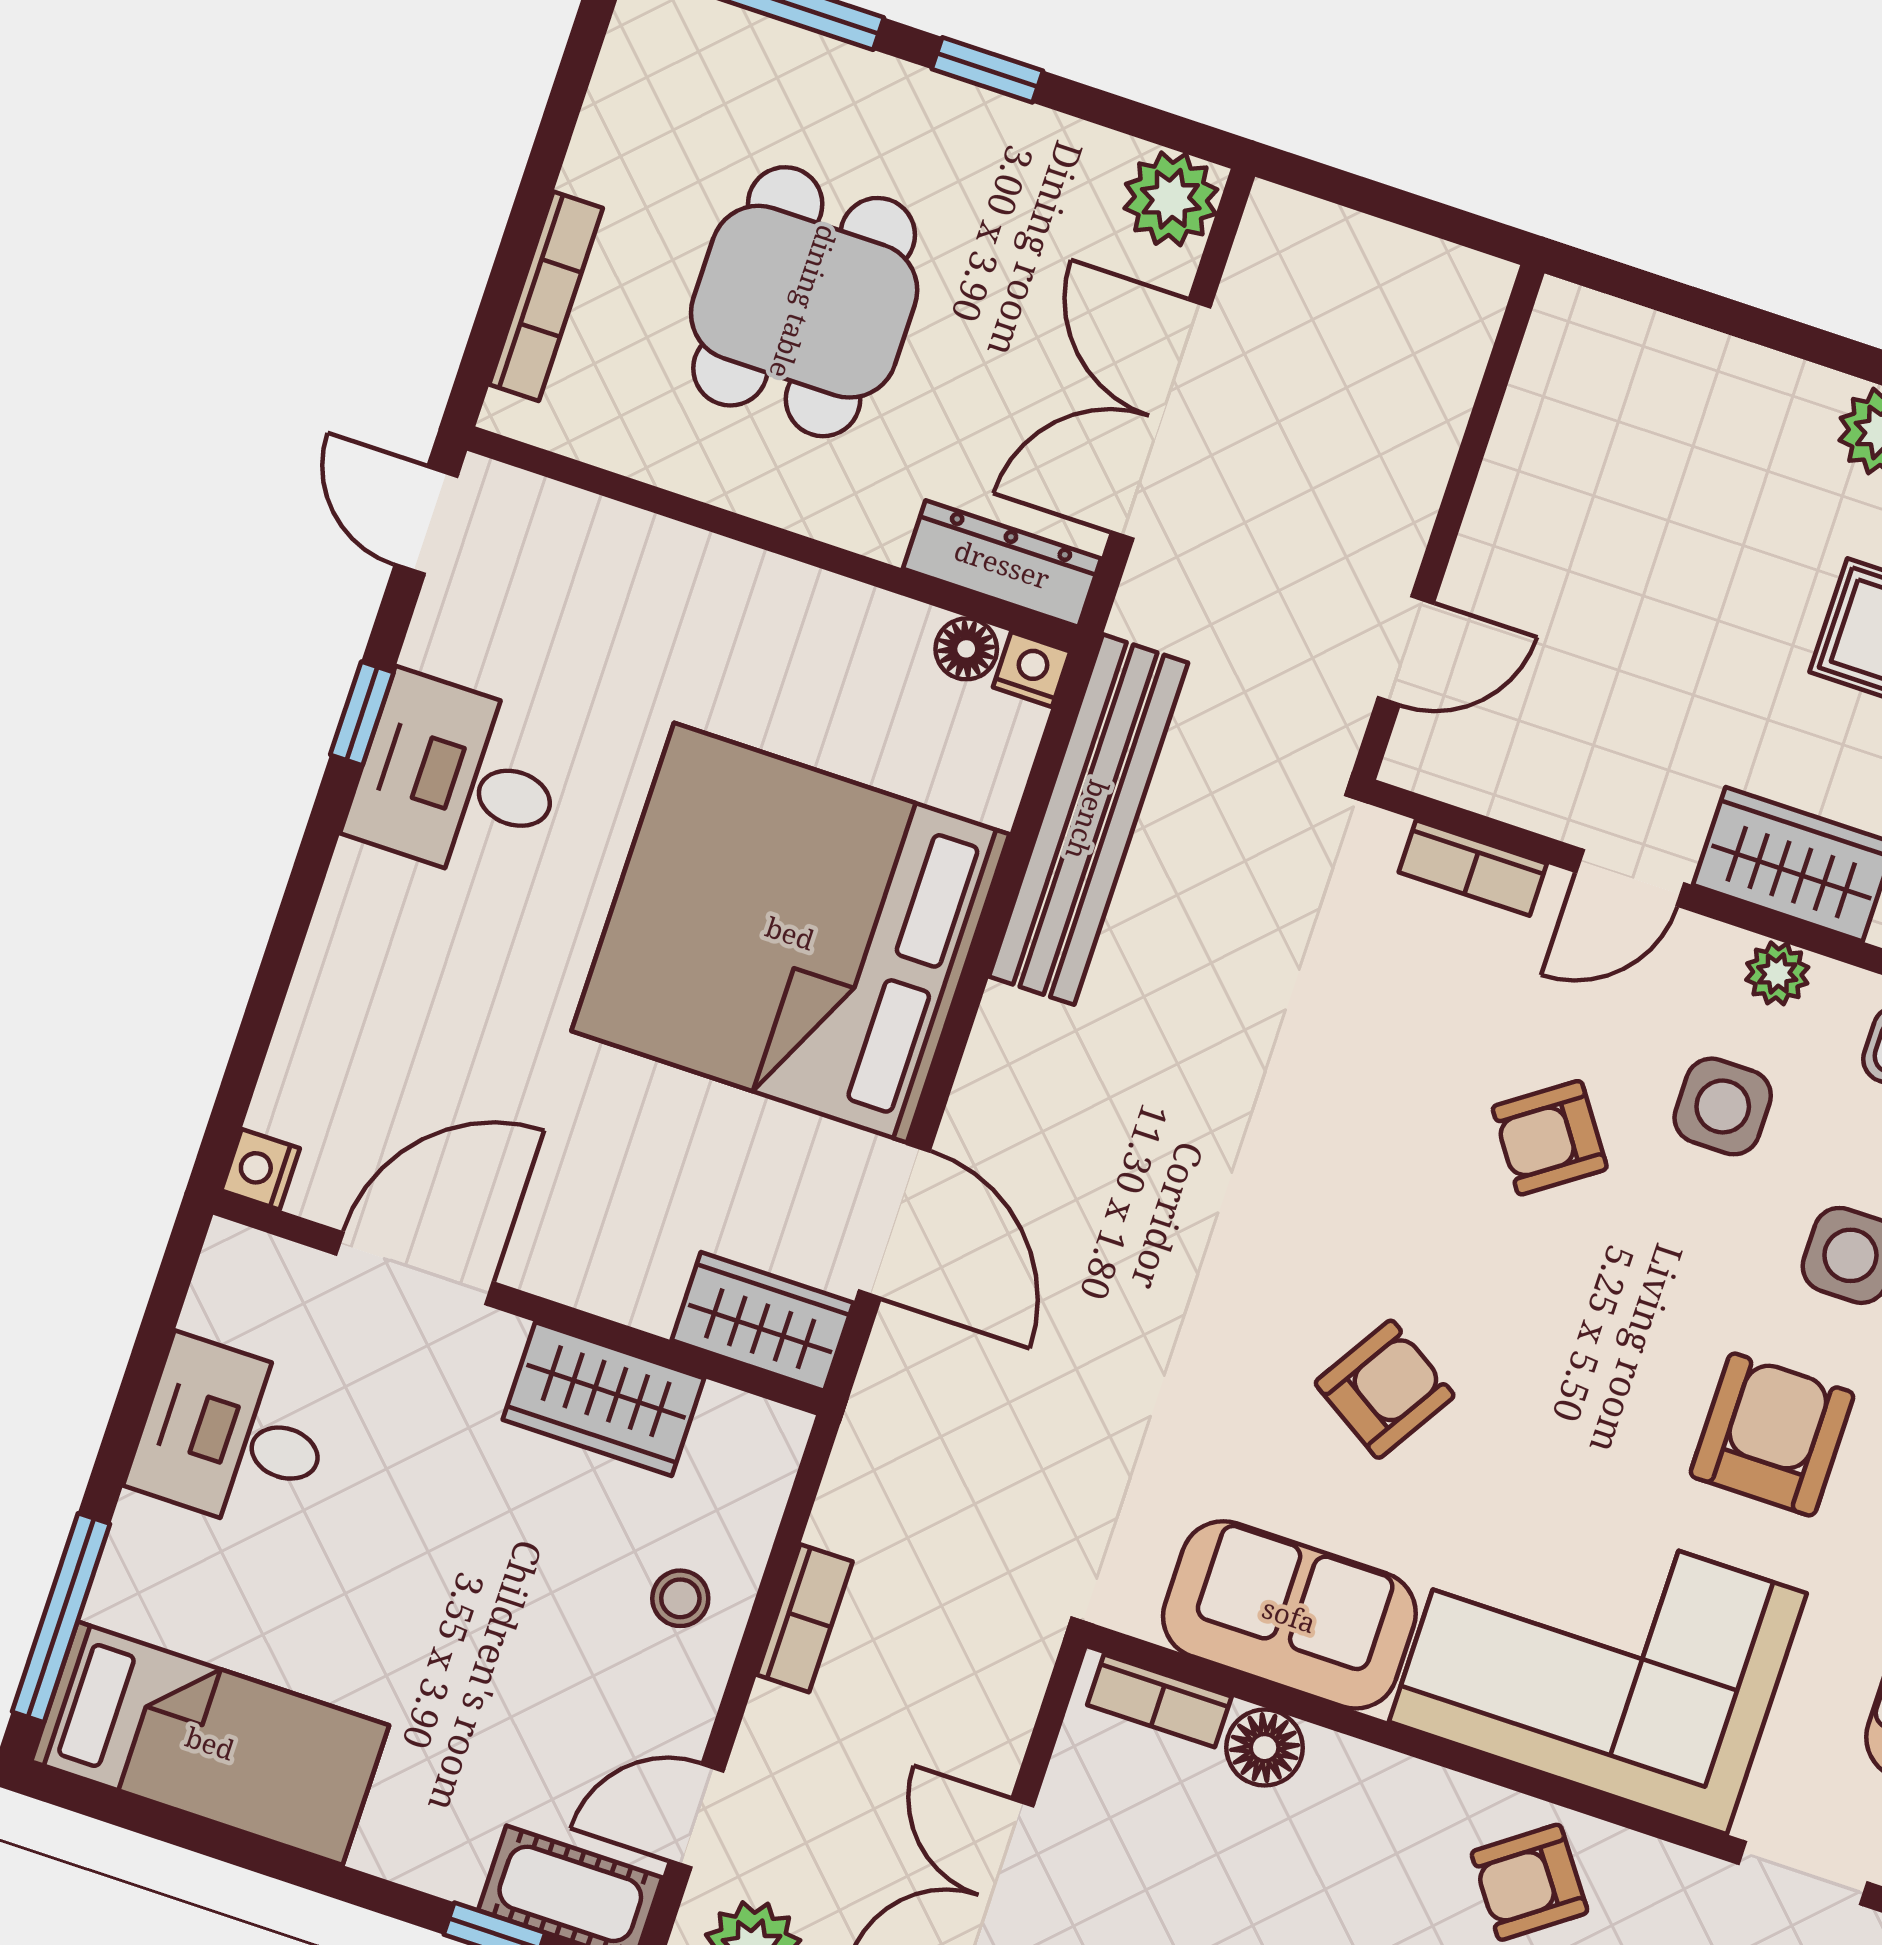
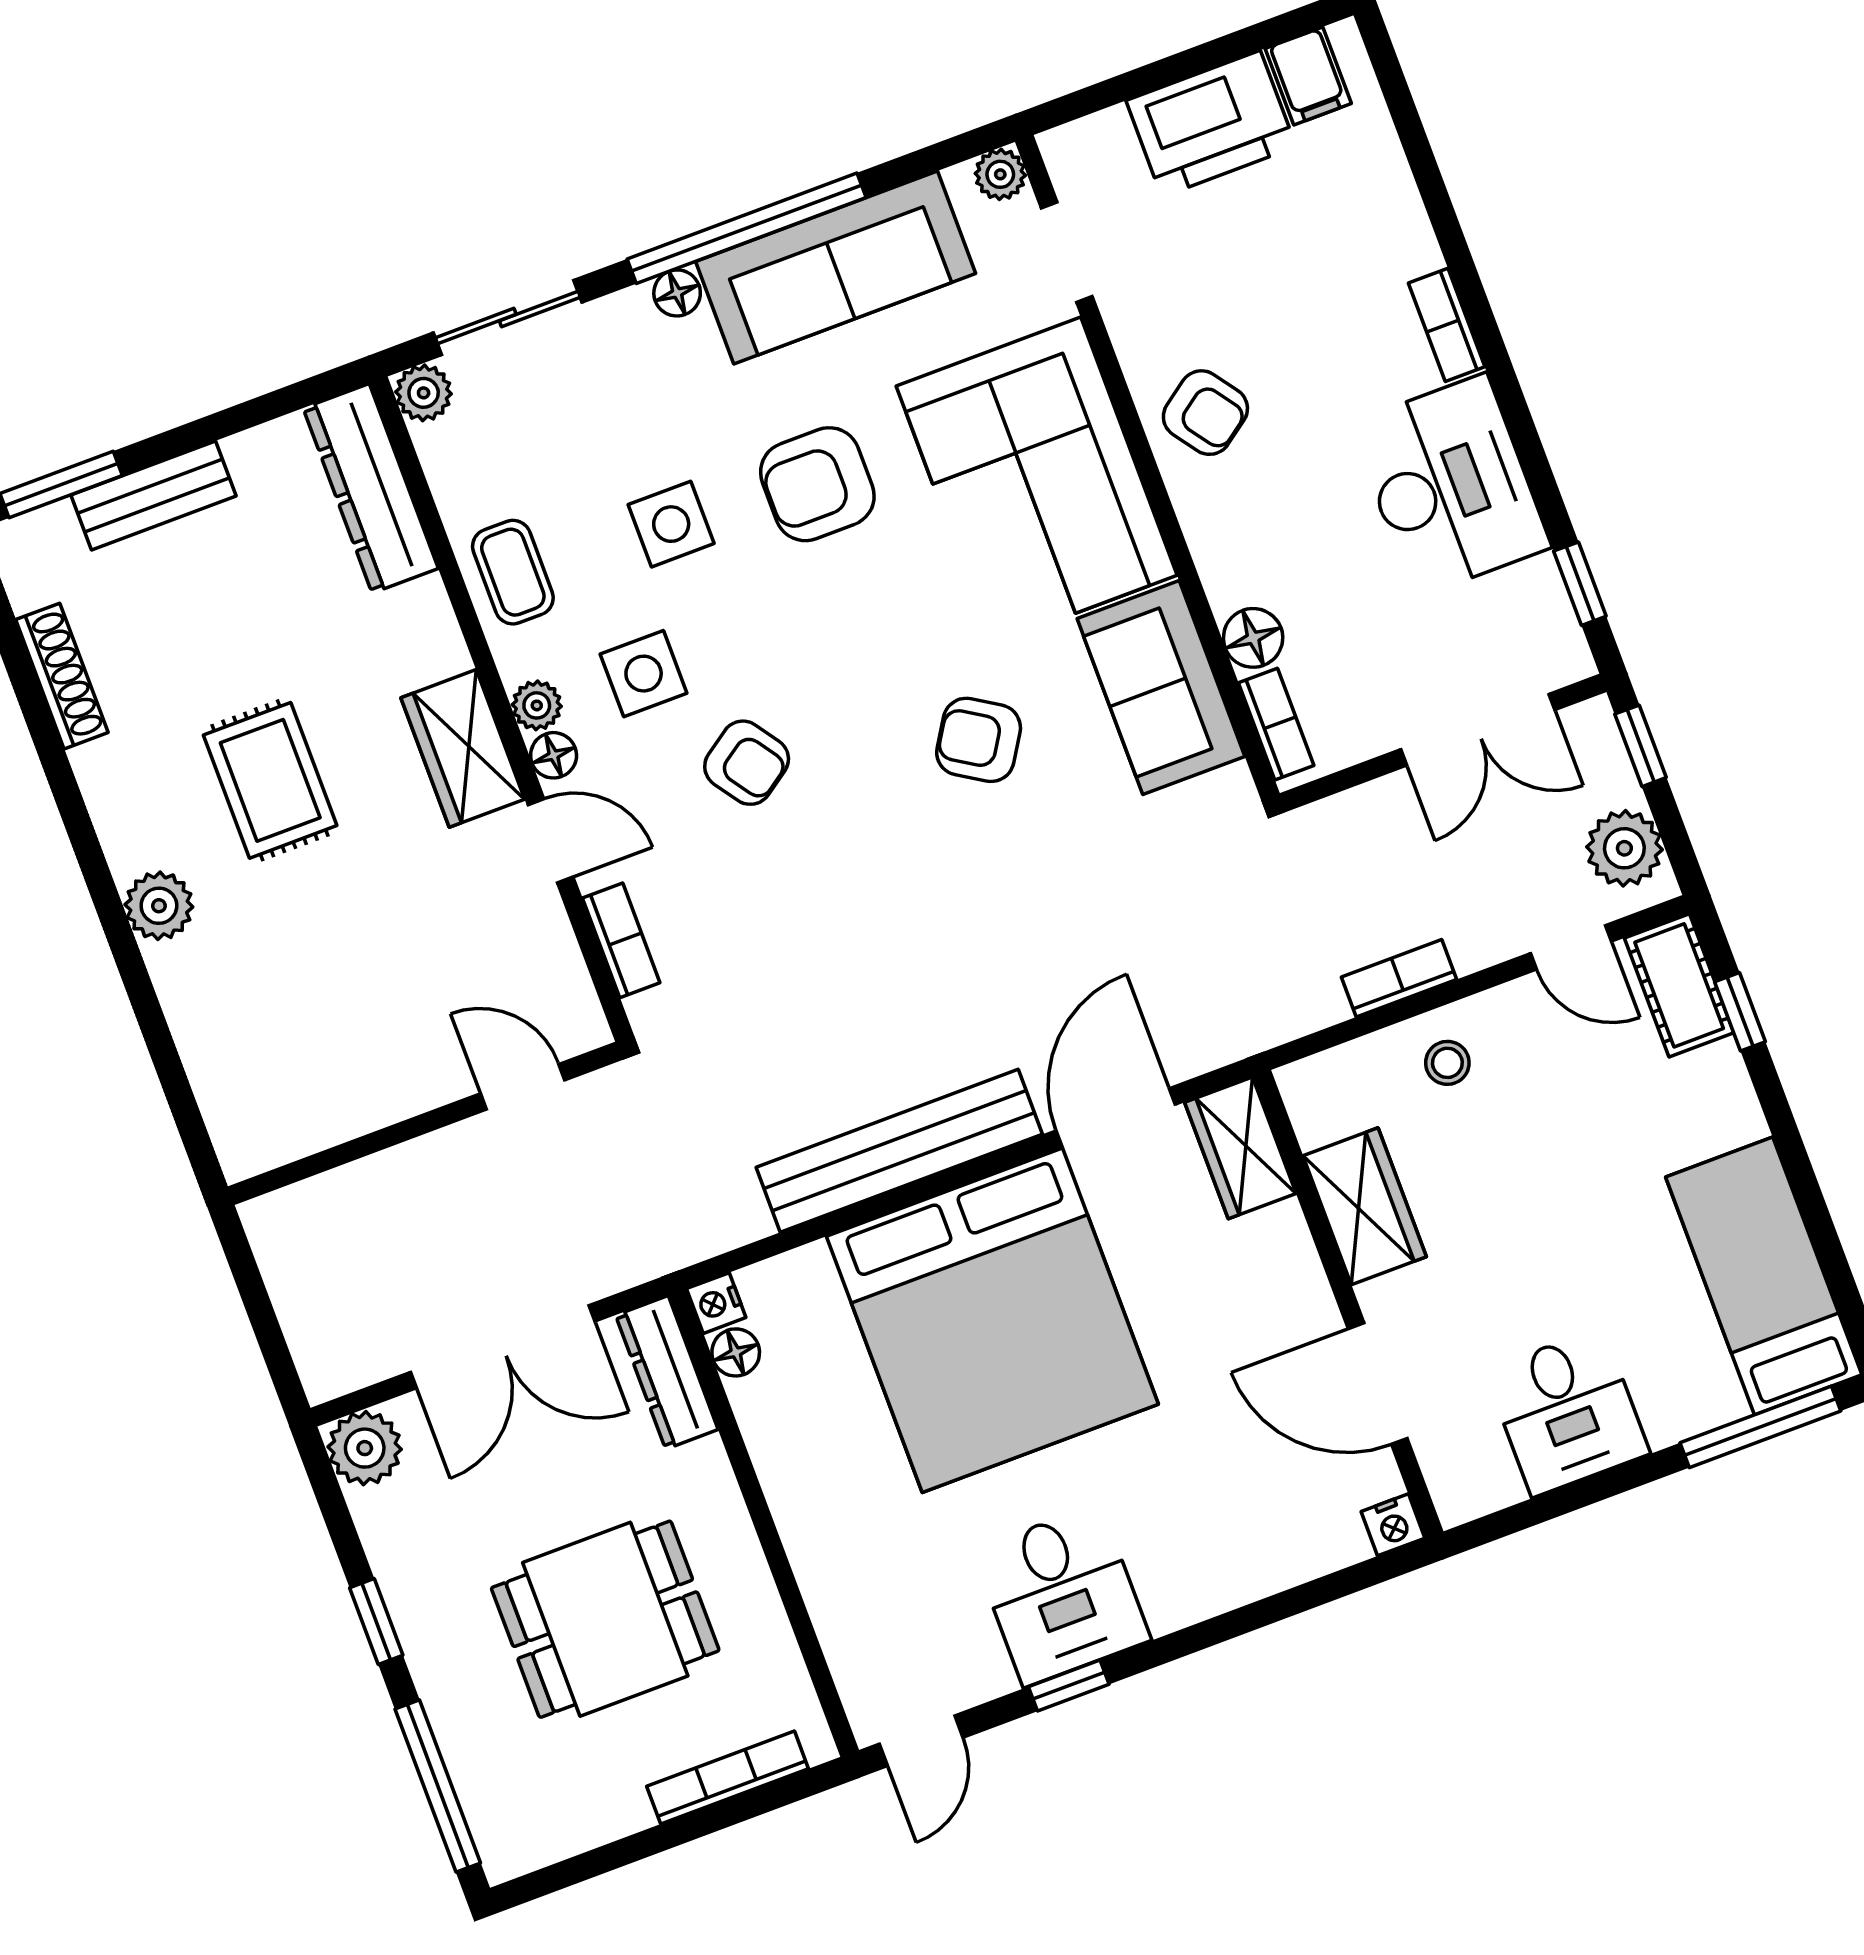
bench: (1088, 820) -> (899, 1151), moved
floor lamp: (1714, 950) -> (554, 755), added

